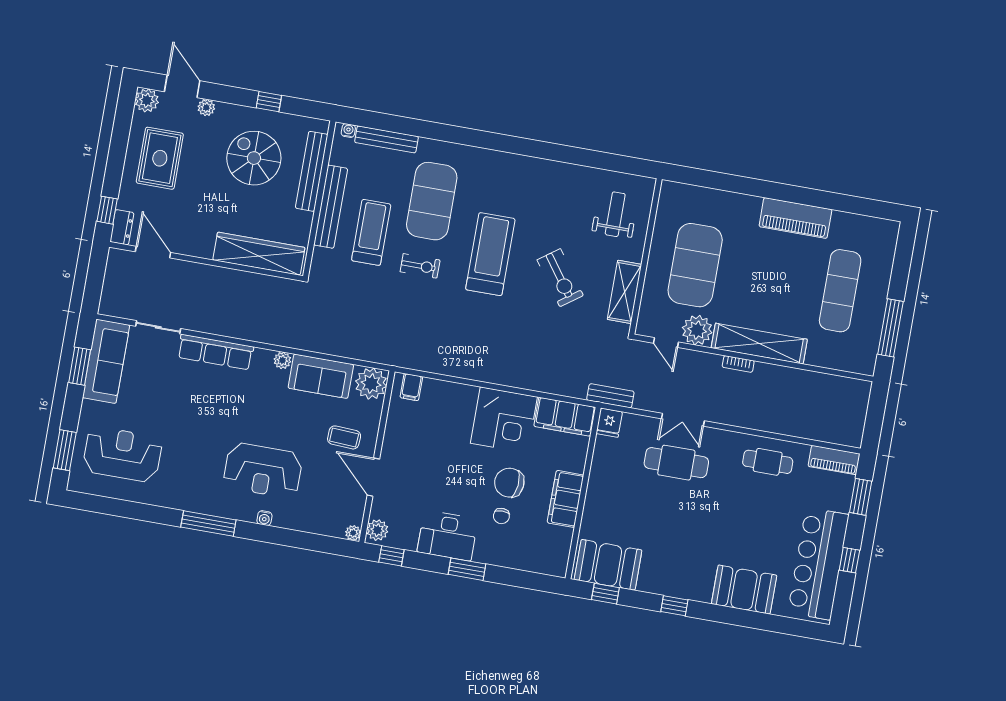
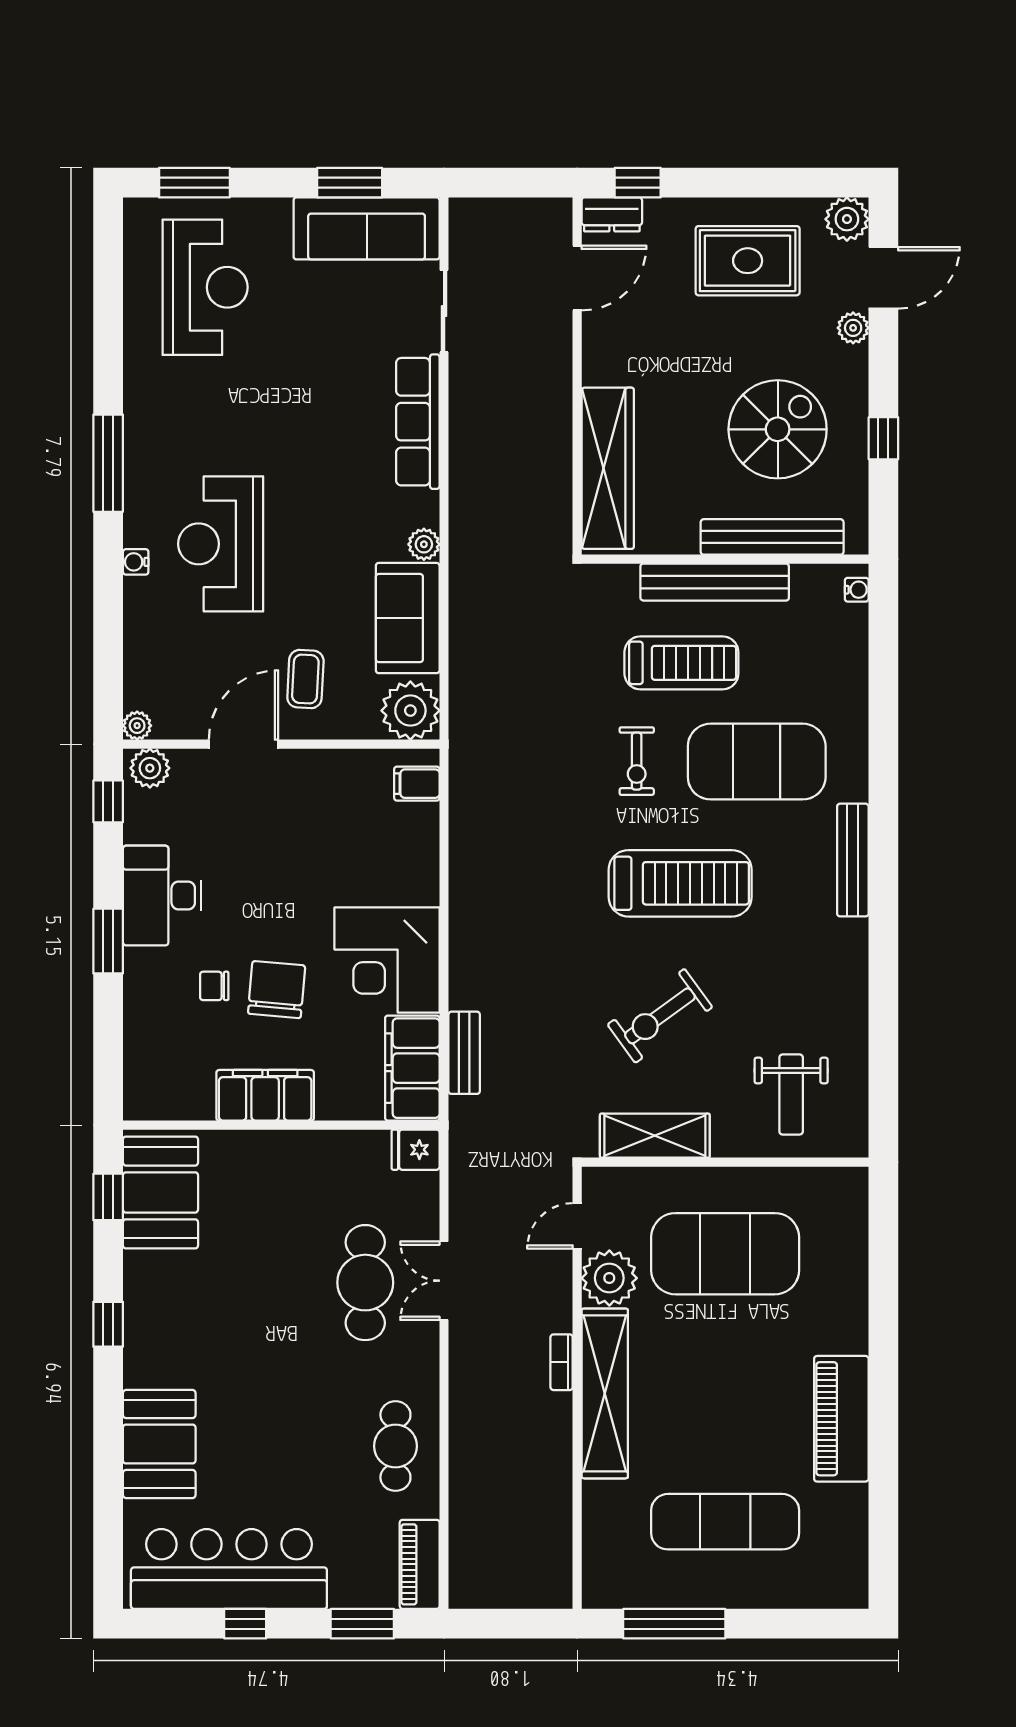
bench: (386, 139) -> (853, 860), moved
weight bench: (615, 214) -> (791, 1094), turned 90
bench: (610, 396) -> (464, 1053), moved

